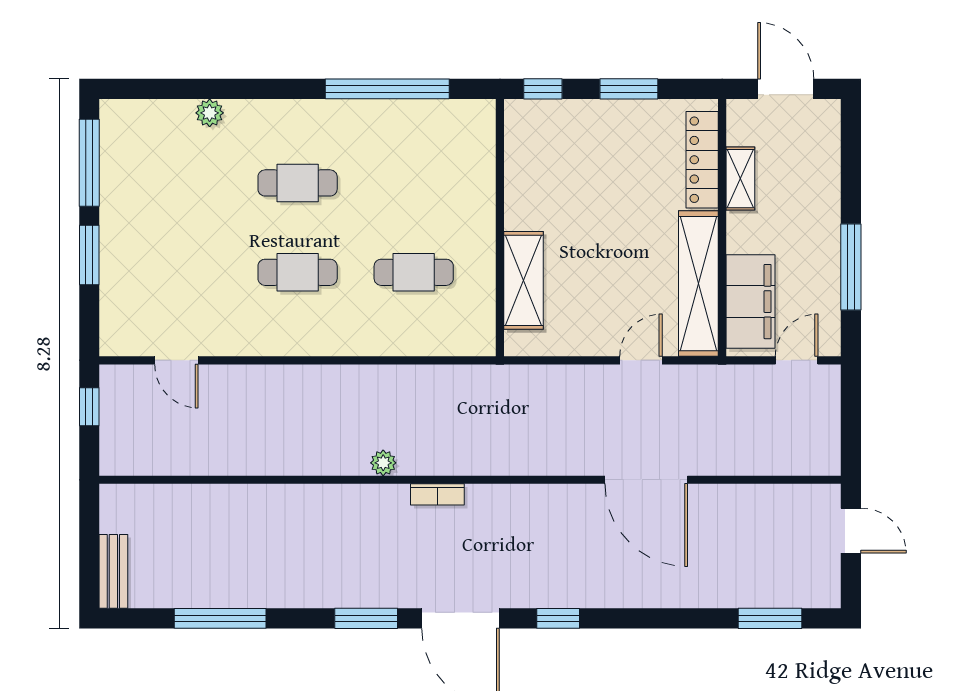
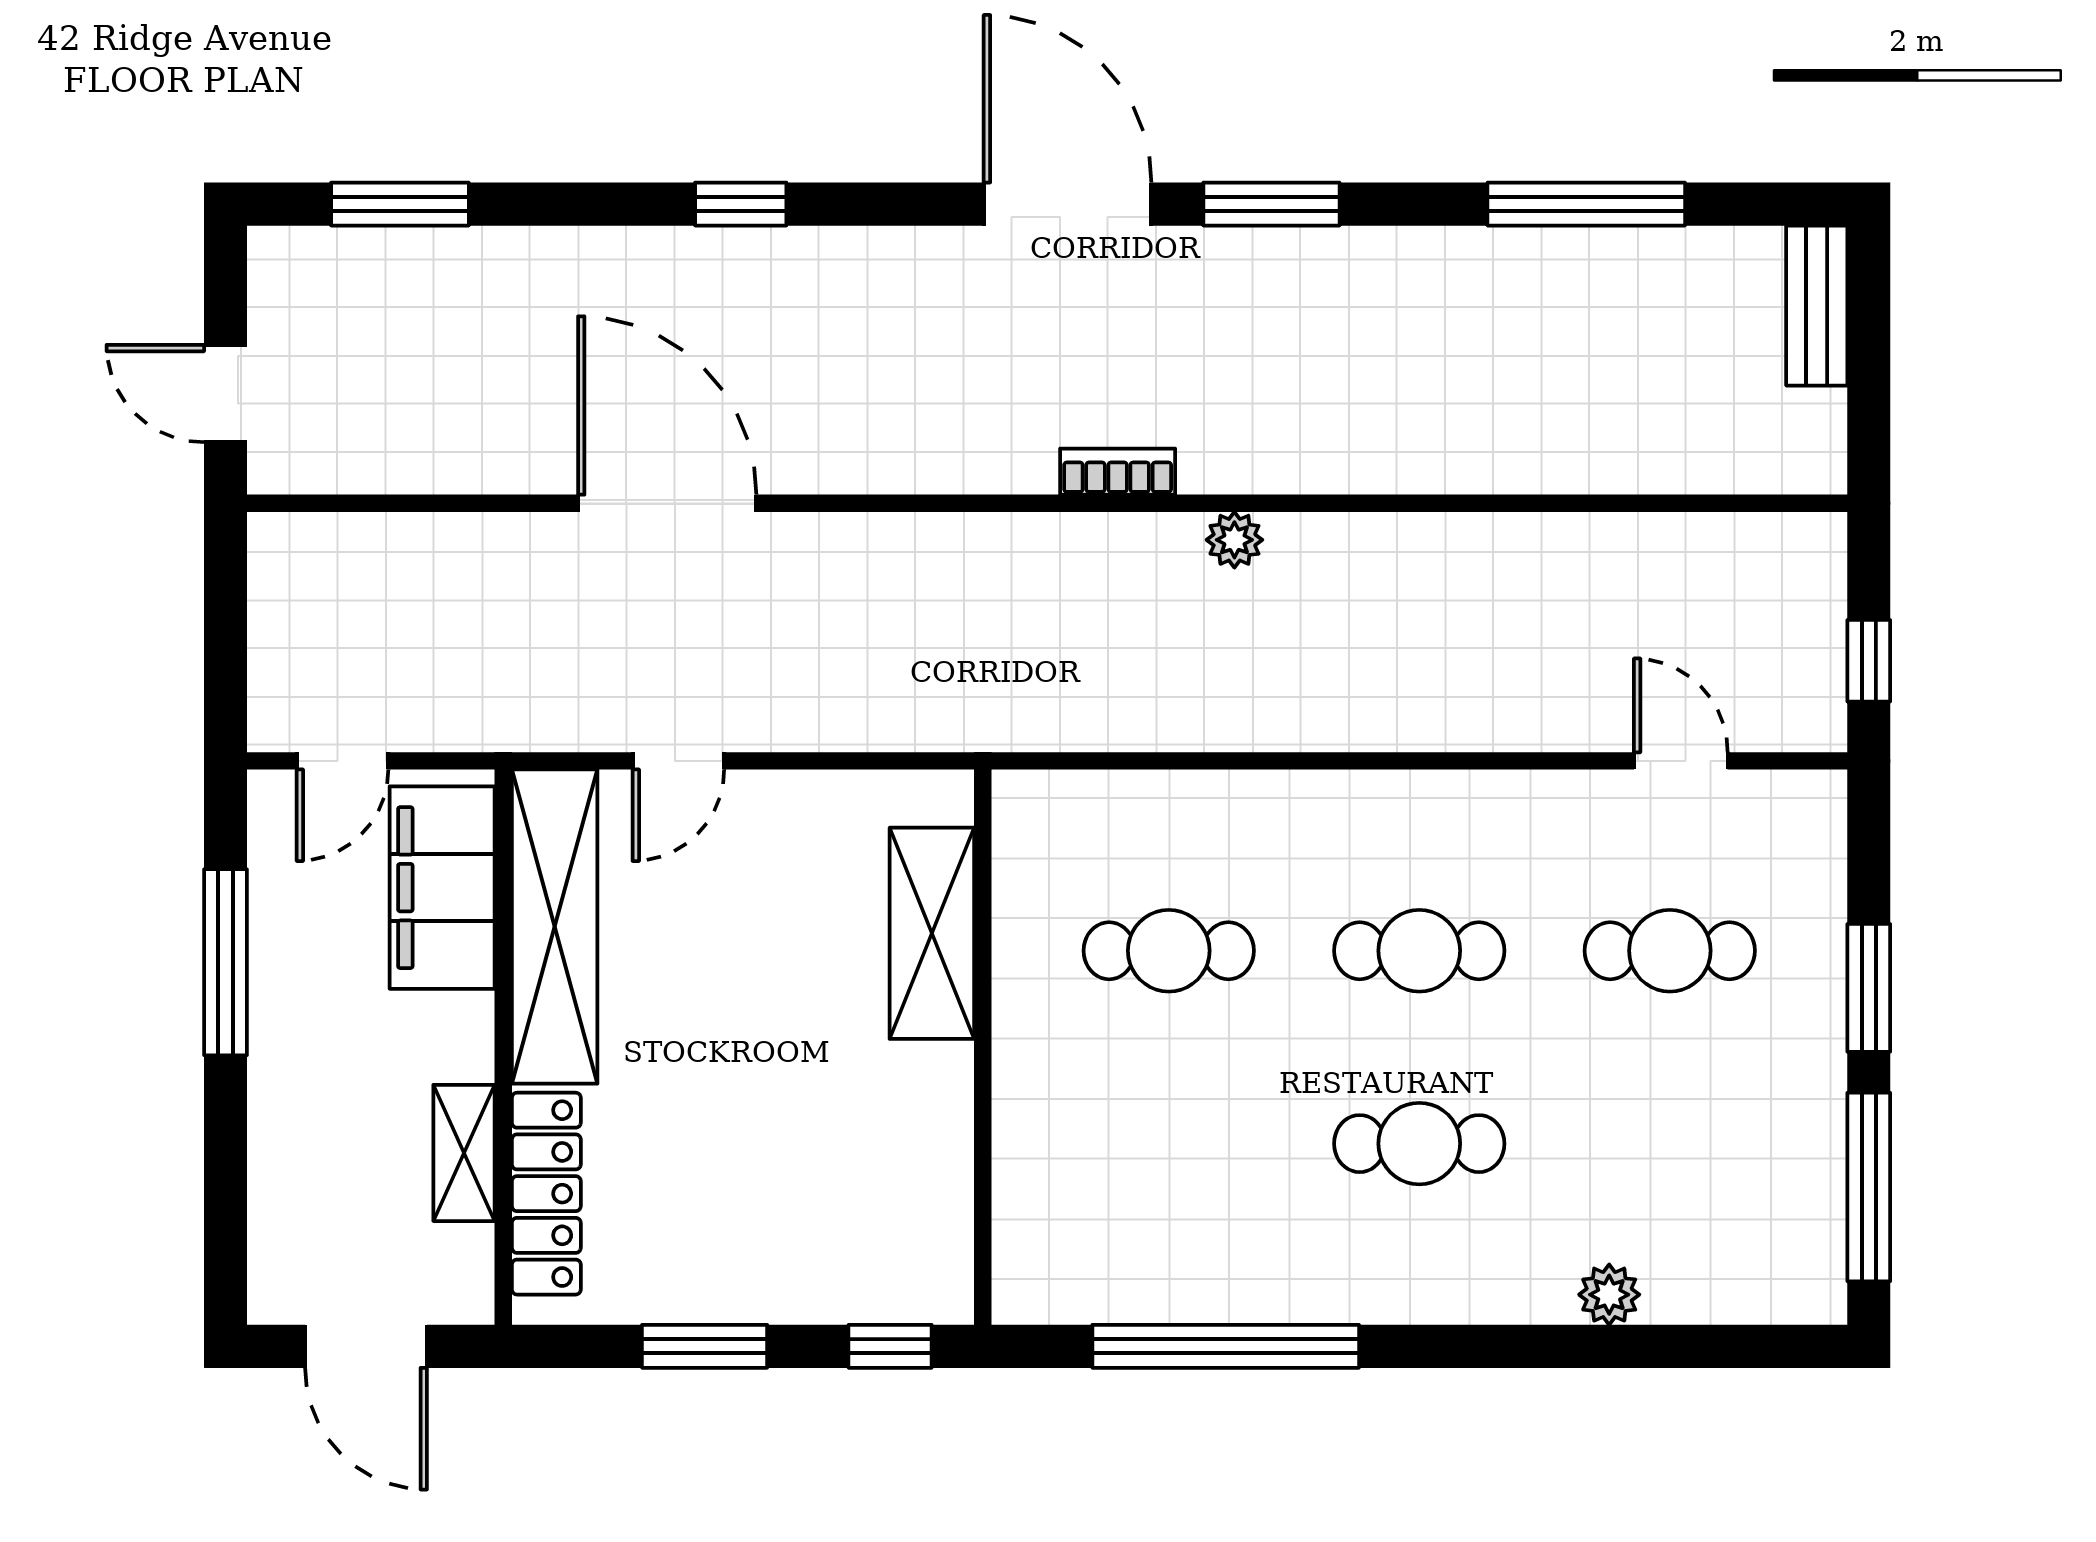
cafe table: (181, 272) -> (1670, 951), added
window: (558, 618) -> (741, 204), moved

